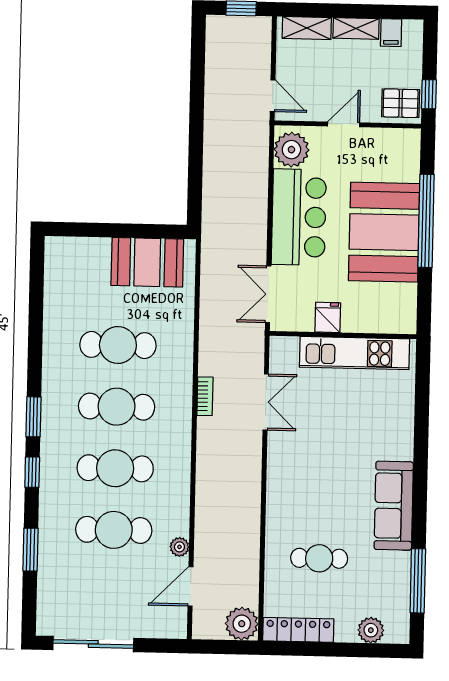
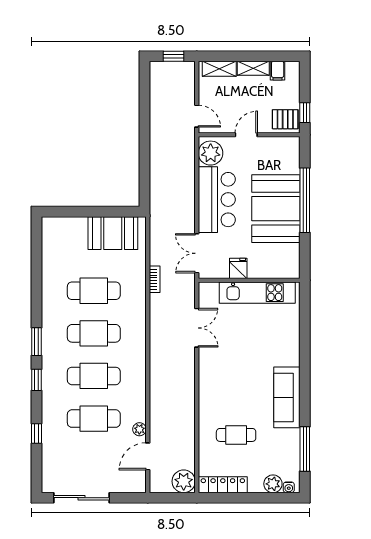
bookcase: (205, 396) -> (155, 279), moved
window: (30, 550) -> (37, 433), width x0.67
water cooler: (394, 636) -> (289, 487), added

